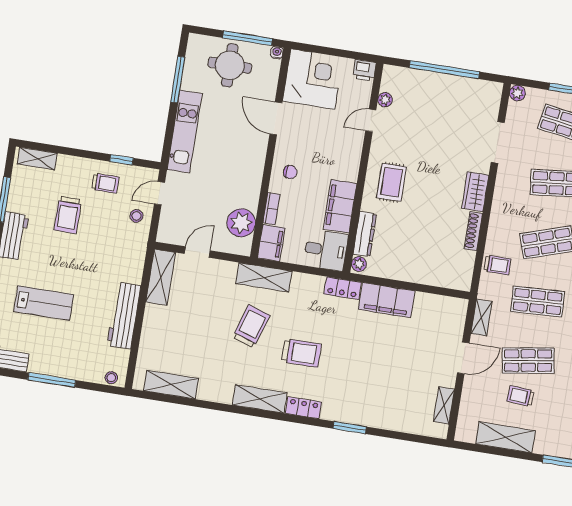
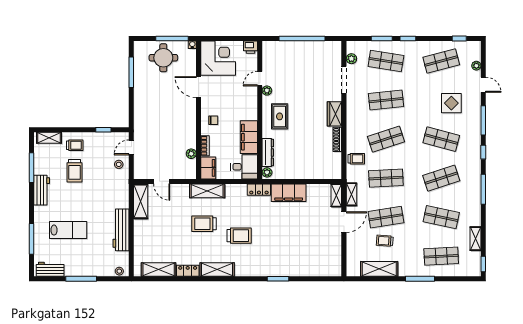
plant: (517, 93) -> (351, 59), moved
plant: (385, 100) -> (267, 91), moved
kitchen unit: (185, 131) -> (141, 105), removed
trolley: (105, 183) -> (75, 145), moved
plant: (241, 223) -> (191, 154), width x0.53, depth x0.53
door: (197, 252) -> (162, 181), swing flipped
trolley: (251, 326) -> (204, 224), turned -108
shelving: (444, 405) -> (336, 195), moved
locker: (303, 408) -> (188, 271), moved

